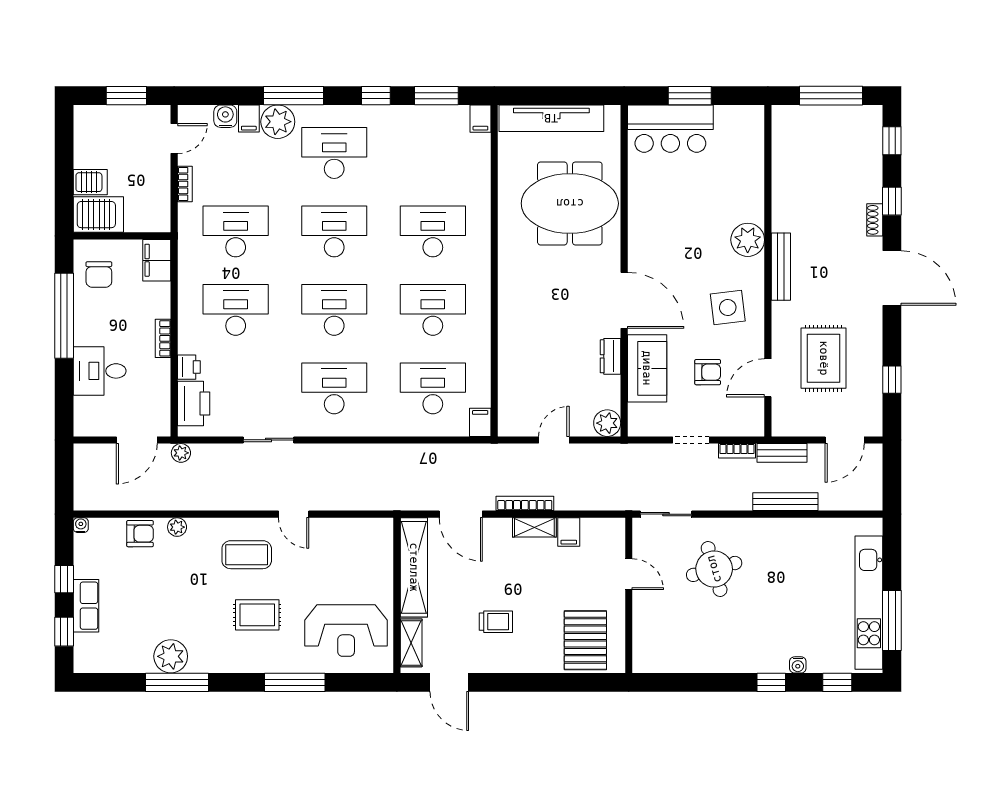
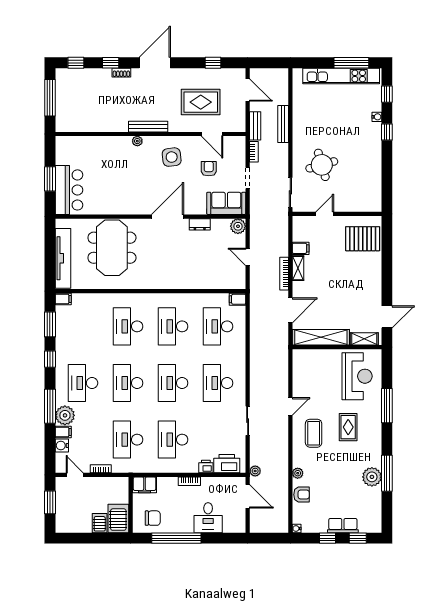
plant: (748, 240) -> (137, 141), width x0.53, depth x0.53
sofa: (647, 368) -> (226, 203), moved
armchair: (140, 534) -> (301, 495), turned 90
trolley: (496, 622) -> (352, 290), removed

